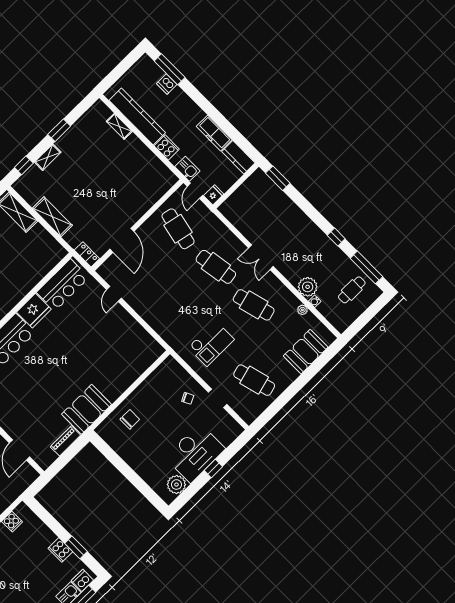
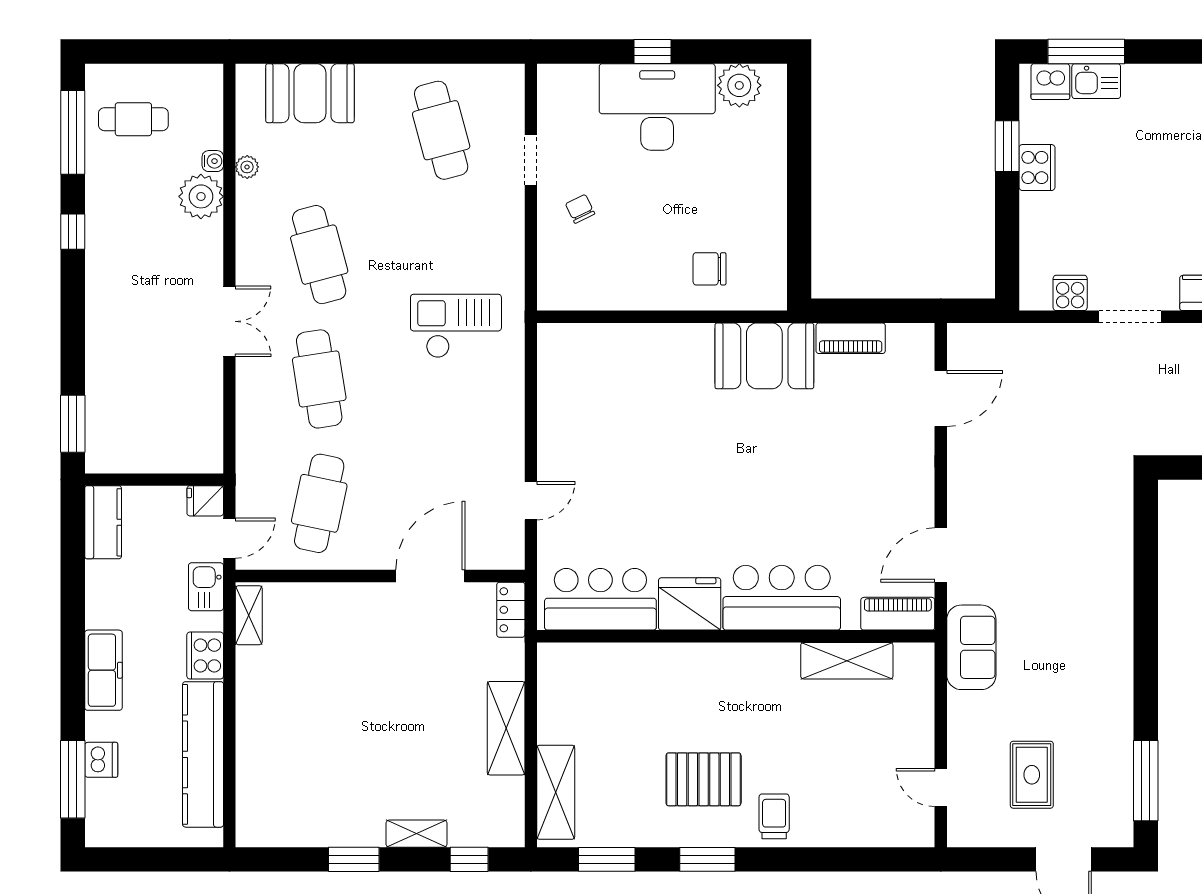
shelving: (119, 126) -> (249, 615), moved
freezer: (214, 133) -> (103, 670), moved
checkout: (211, 343) -> (456, 326), moved

